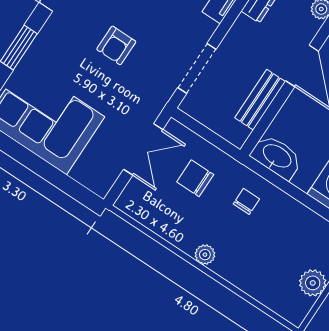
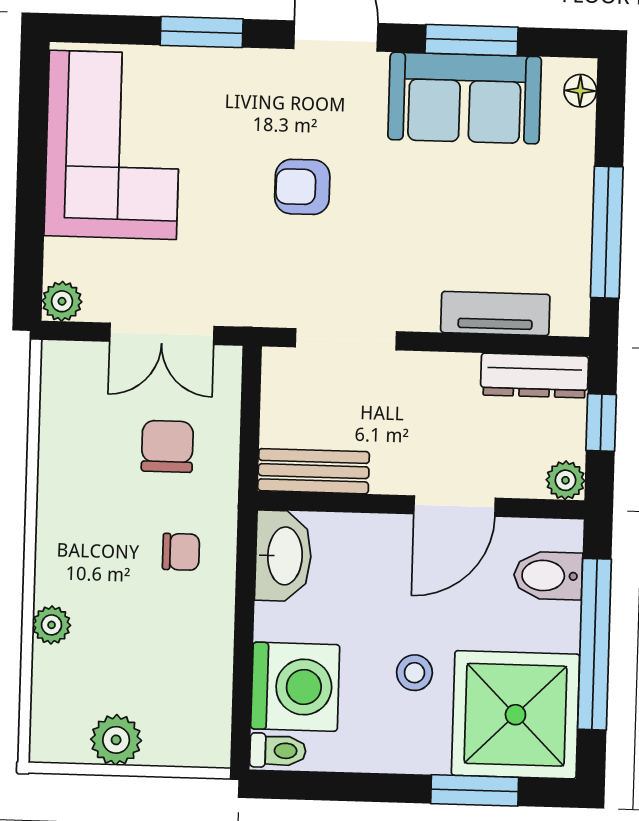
bench: (260, 100) -> (314, 471), moved
plant: (101, 185) -> (62, 301), added
plant: (205, 255) -> (52, 625), moved

